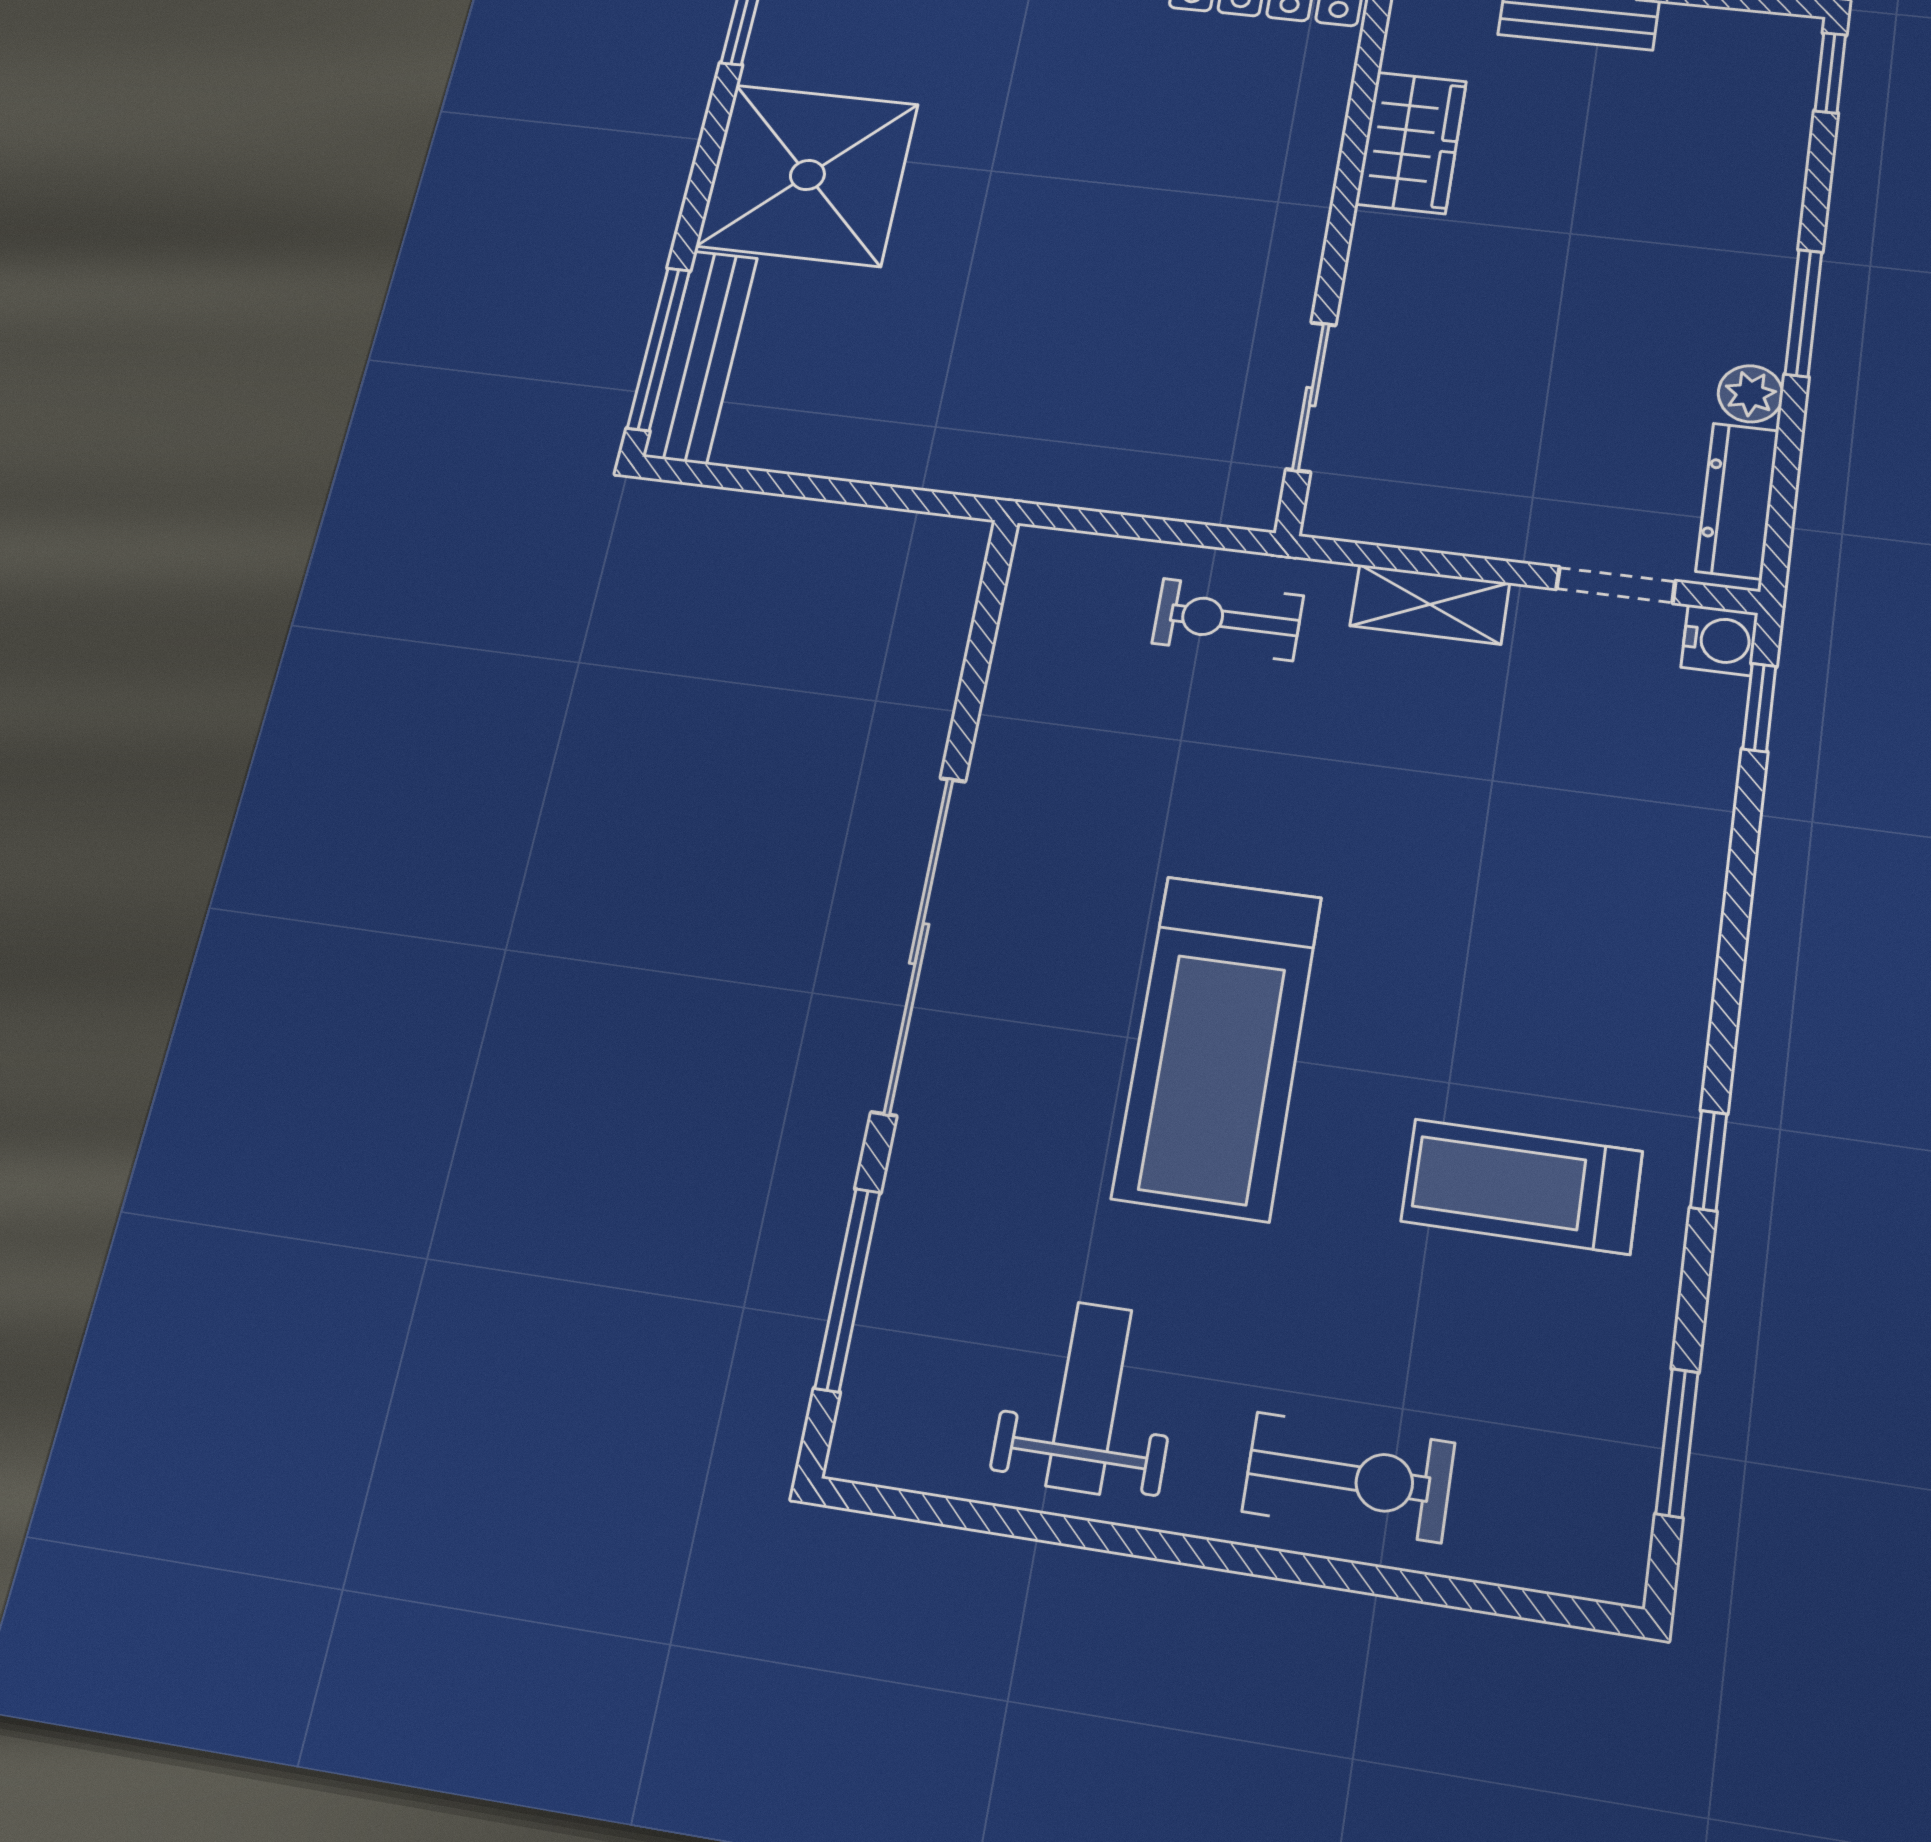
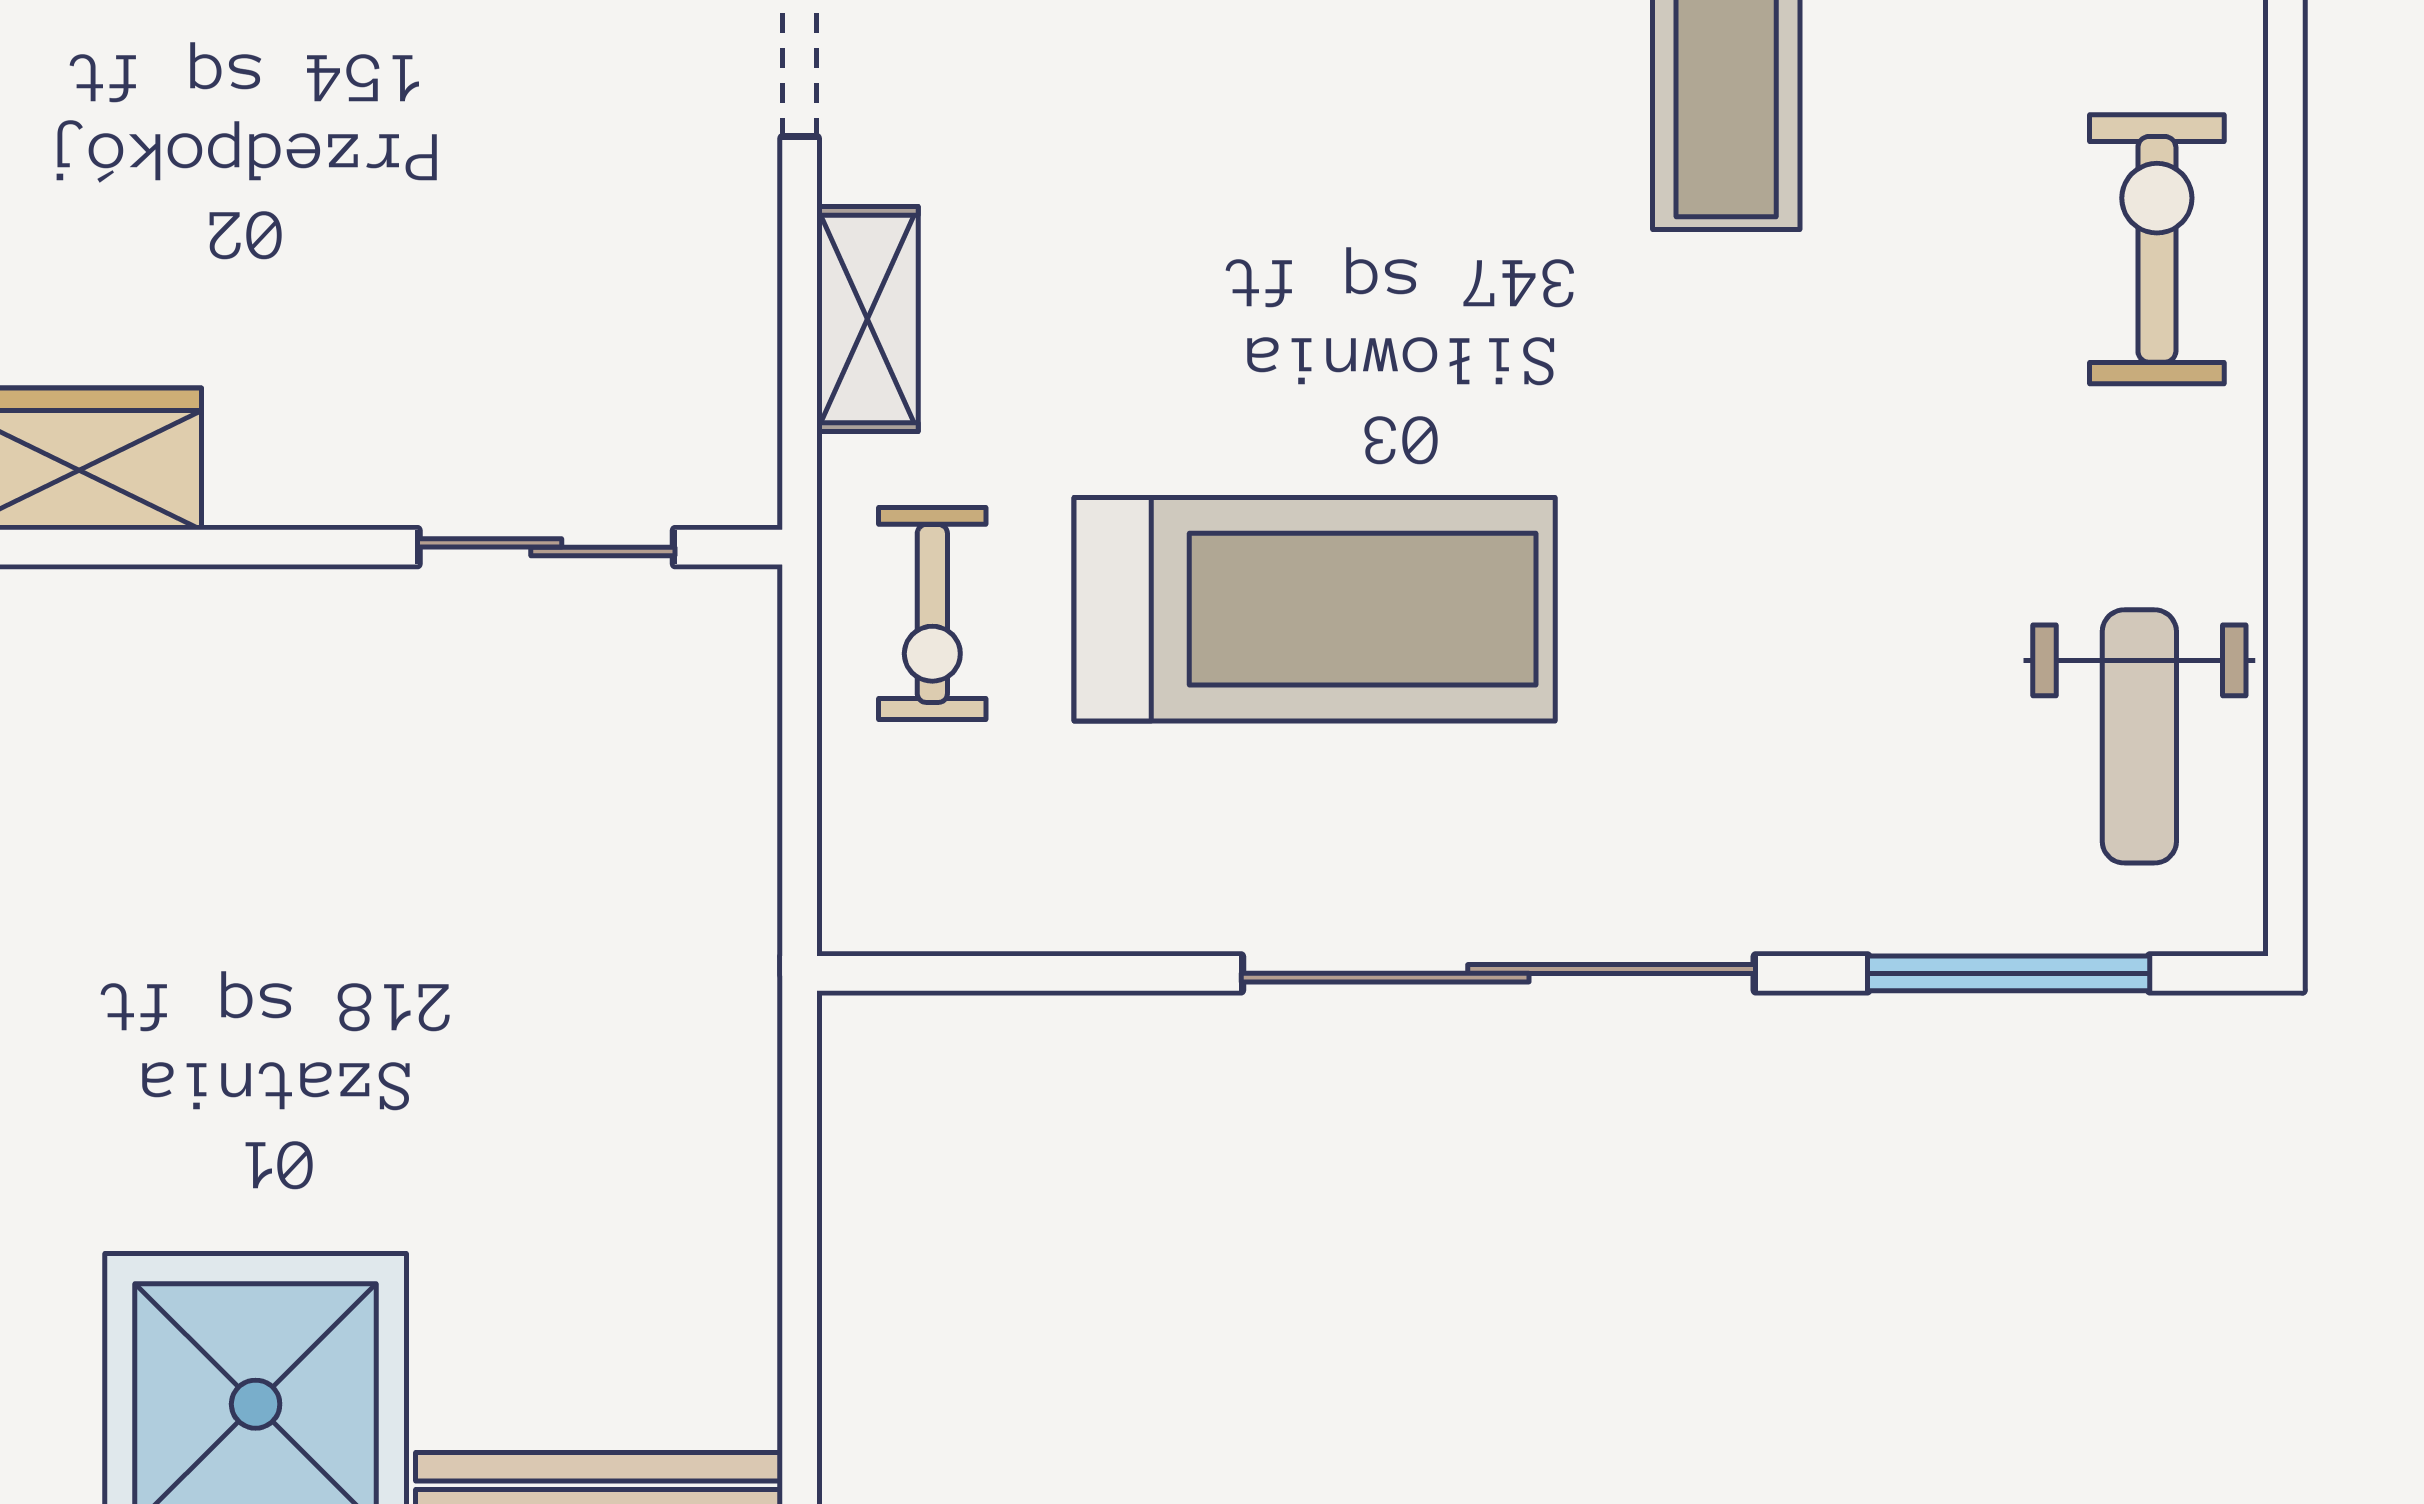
treadmill: (1218, 1046) -> (1315, 609), moved
weight bench: (1089, 1397) -> (2139, 736), moved, turned -90

